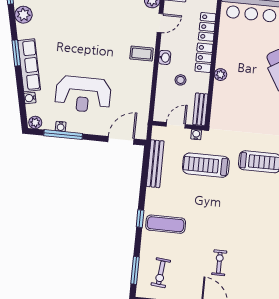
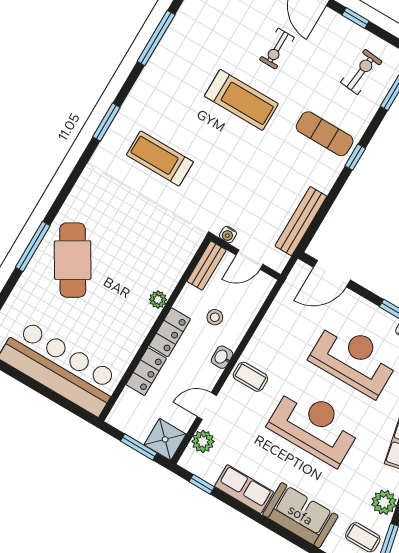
reception desk: (88, 42) -> (315, 426), added
treadmill: (206, 165) -> (241, 100), moved

